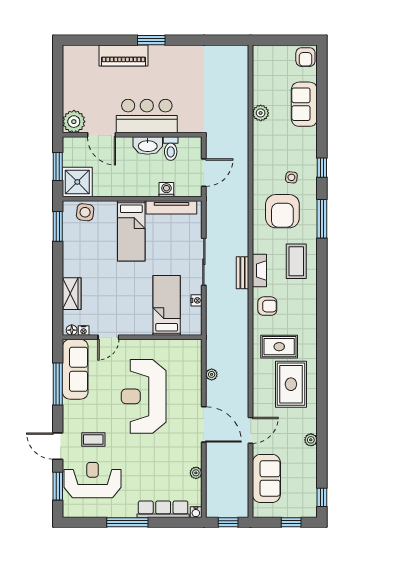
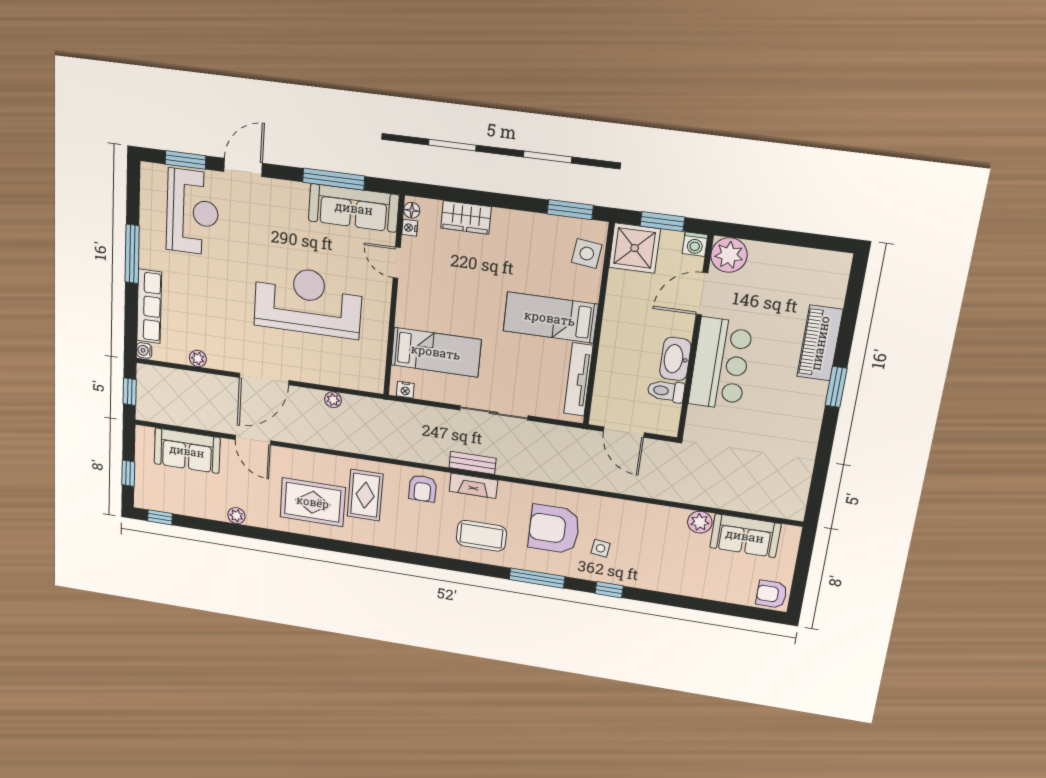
sofa: (304, 104) -> (745, 536), moved, turned 180
washing machine: (166, 190) -> (695, 244), moved, turned 90
nightstand: (196, 300) -> (405, 390), moved
coffee table: (93, 440) -> (250, 221), removed

